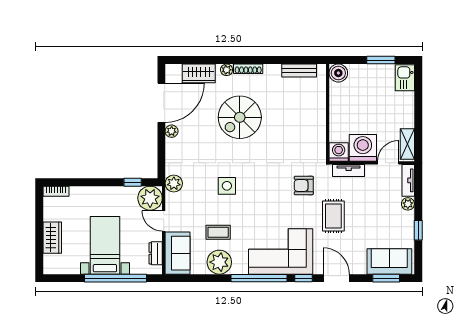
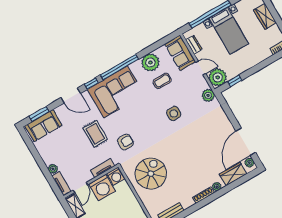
spiral stairs: (240, 117) -> (151, 174), moved
plant: (172, 131) -> (249, 163), moved
window: (418, 230) -> (37, 156), removed

